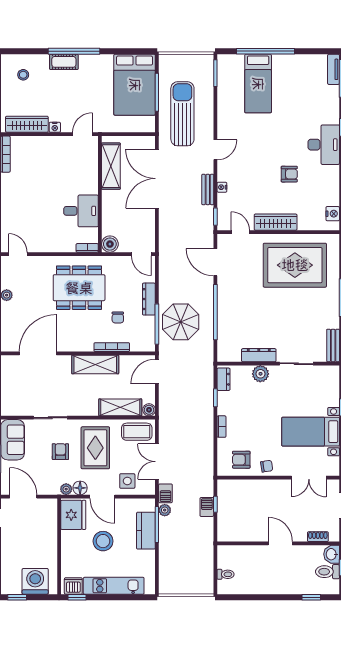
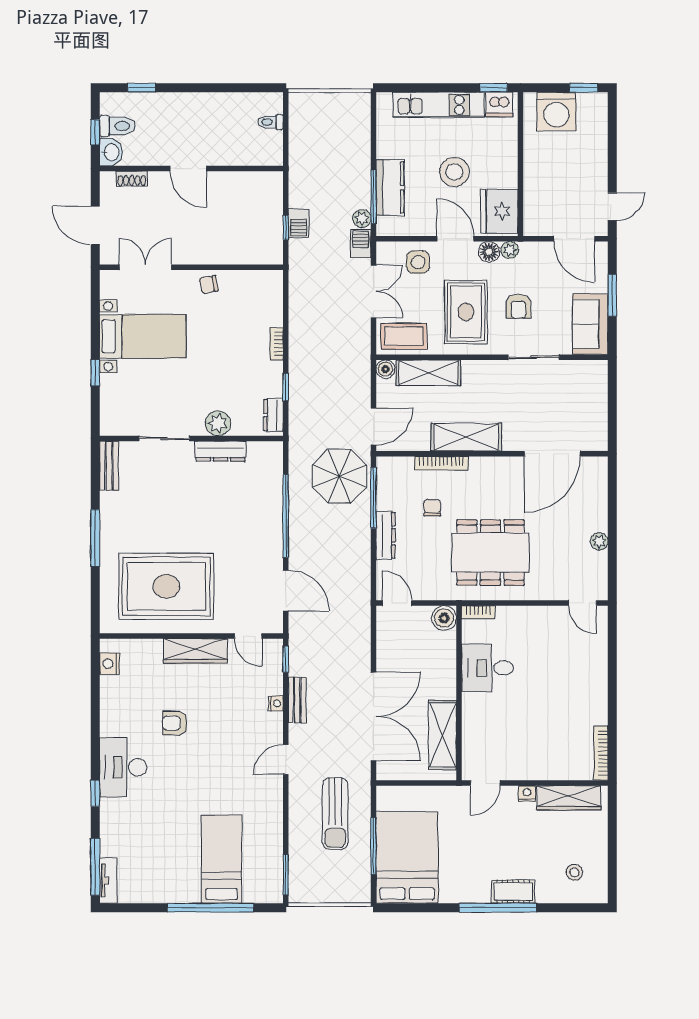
sun lounger: (182, 114) -> (335, 814), width x0.73, depth x0.75
parasol: (181, 322) -> (339, 476), moved
armchair: (241, 460) -> (247, 294), removed

